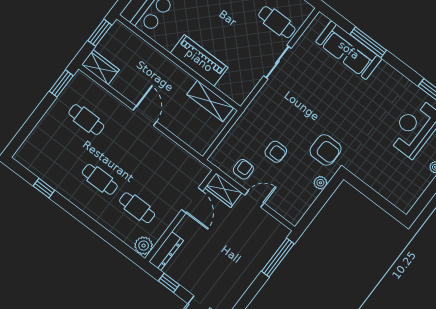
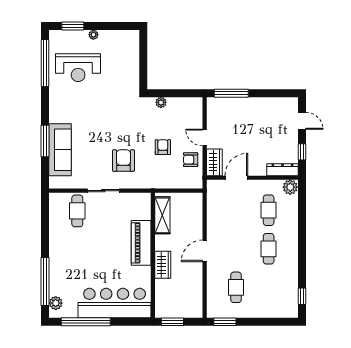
wardrobe: (100, 67) -> (163, 265), moved, turned 180
armchair: (326, 150) -> (123, 161), moved
window: (44, 188) -> (302, 296), moved

